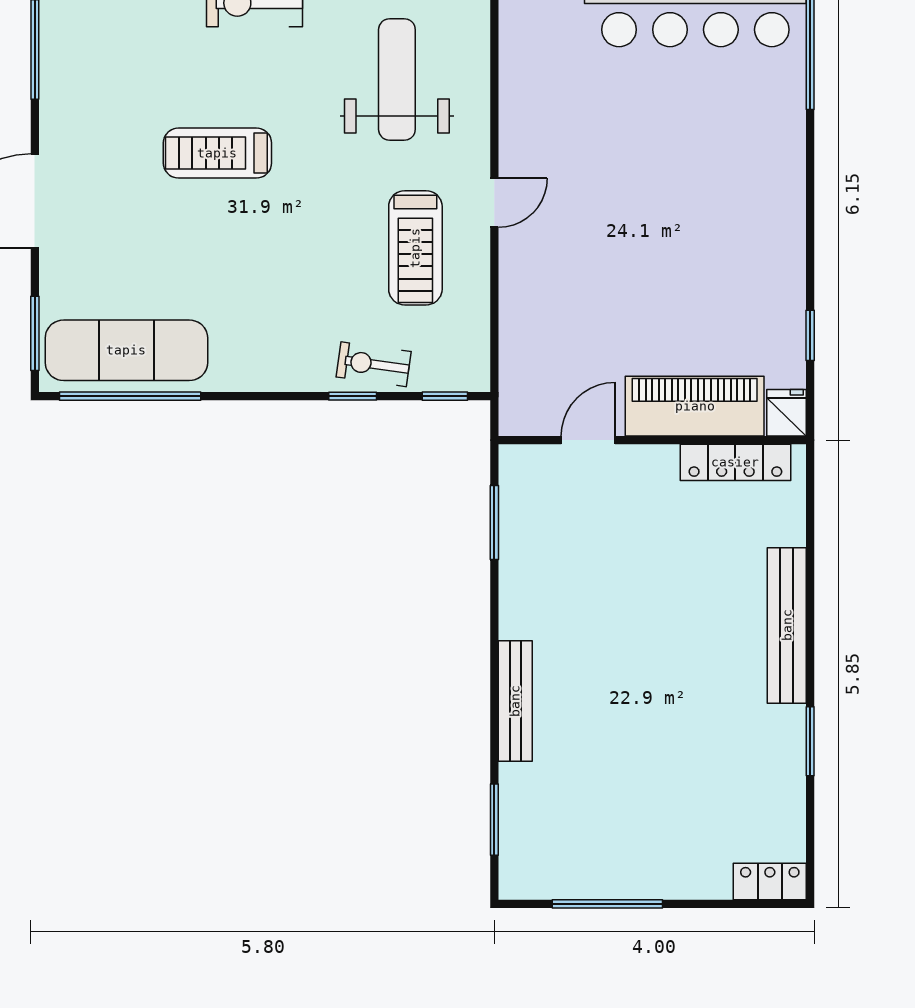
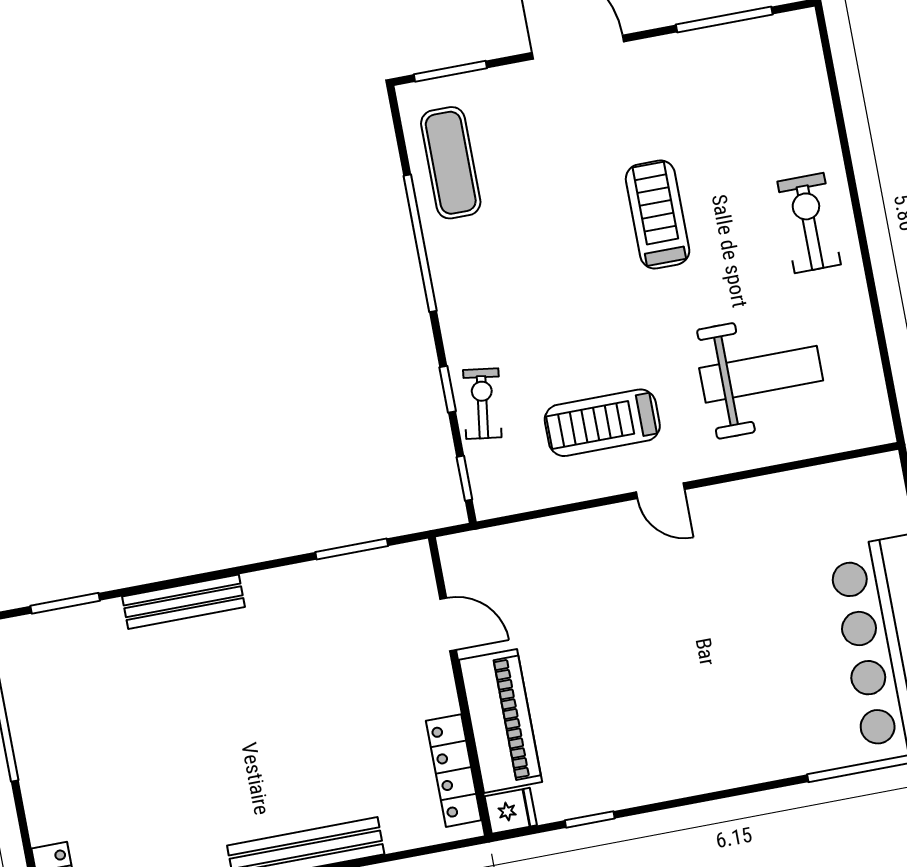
exercise mat: (126, 350) -> (451, 163), width x0.73, depth x0.69
window: (130, 396) -> (420, 243), moved

